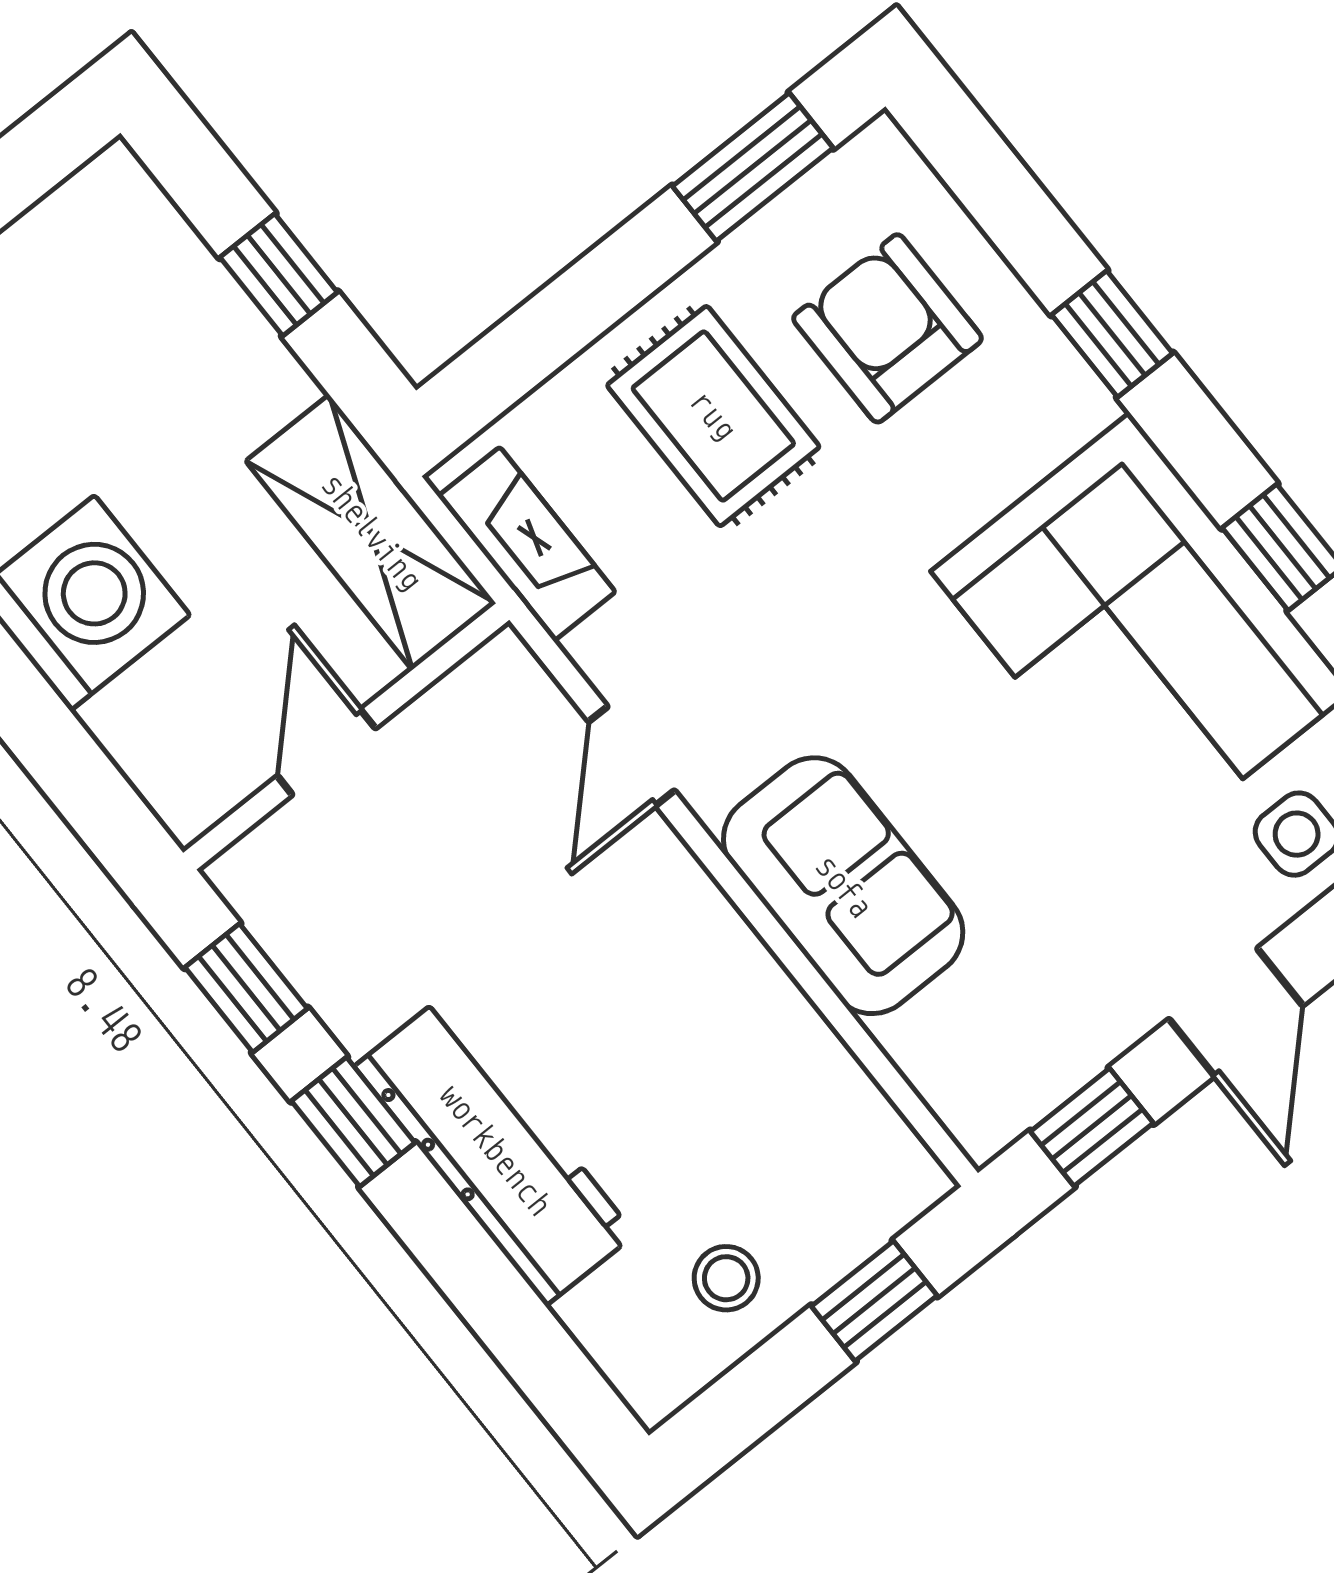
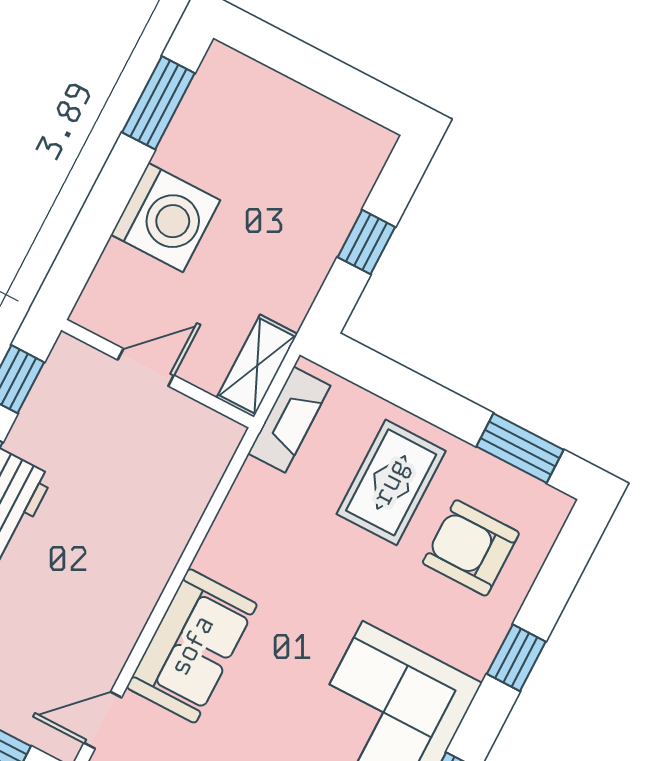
armchair: (887, 328) -> (471, 548), turned -90
shelving: (371, 532) -> (257, 366), width x0.67, depth x0.75
door: (632, 756) -> (103, 720), moved

